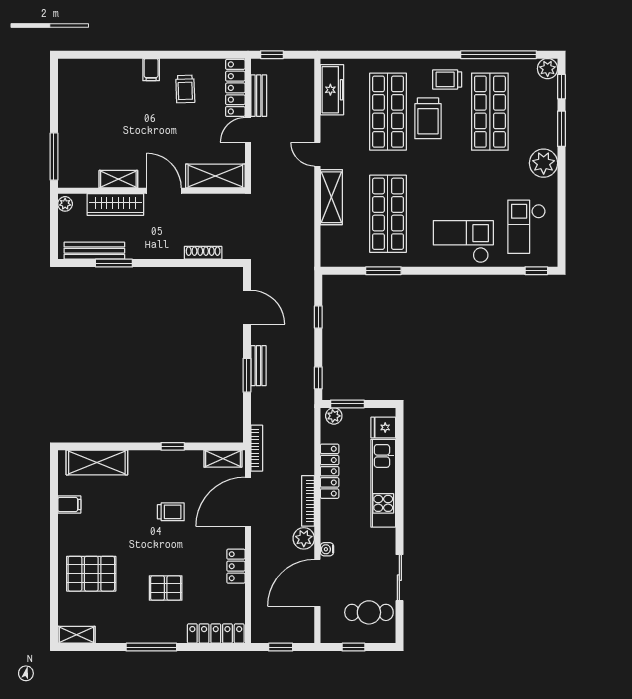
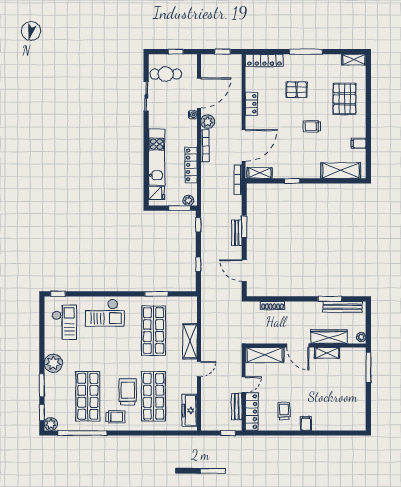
door: (317, 154) -> (199, 369), hinge flipped
trolley: (171, 512) -> (312, 126), moved
pallet: (91, 574) -> (344, 99), turned 90

